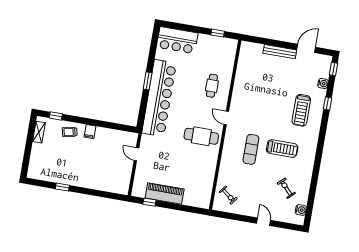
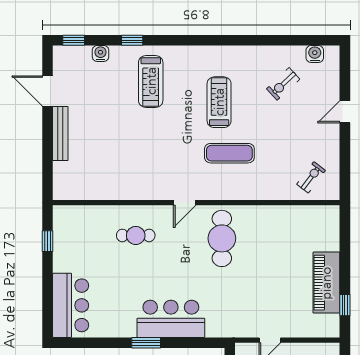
bar counter: (159, 98) -> (171, 319), width x0.54
treadmill: (301, 110) -> (151, 81), turned 90

